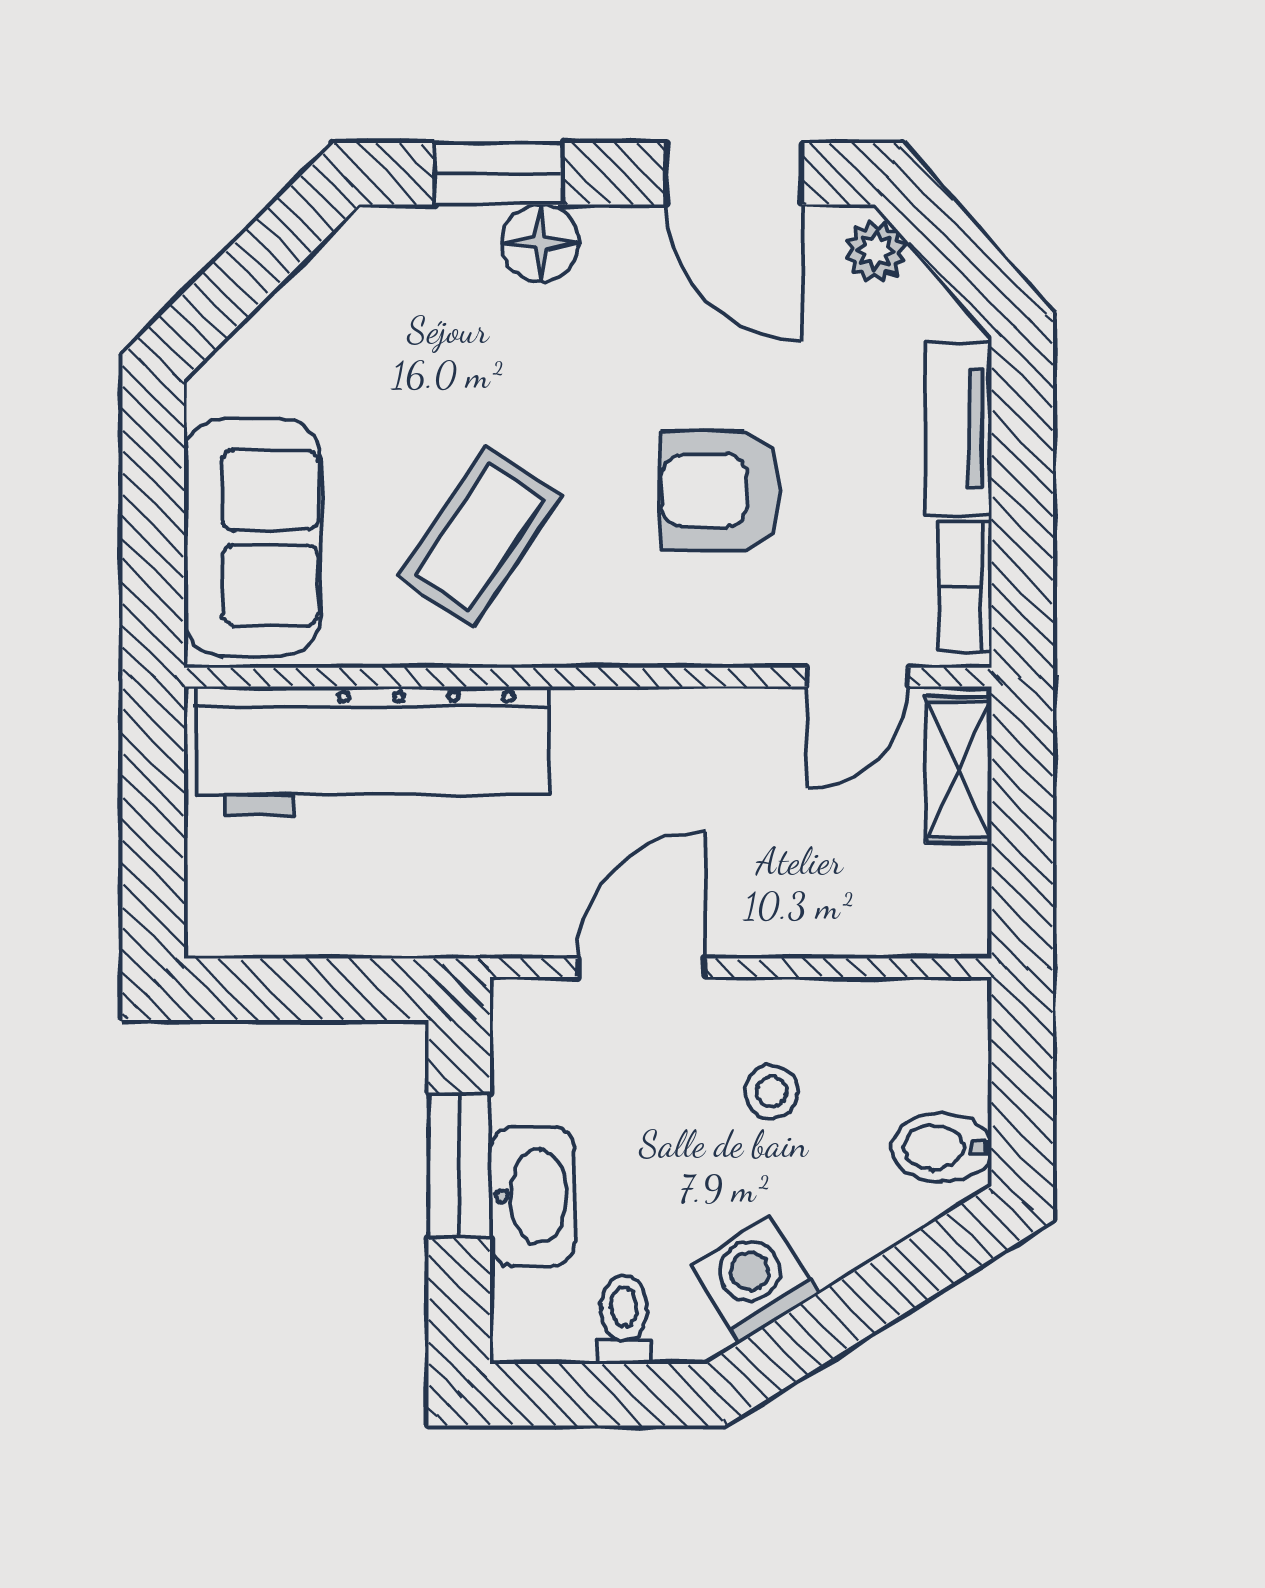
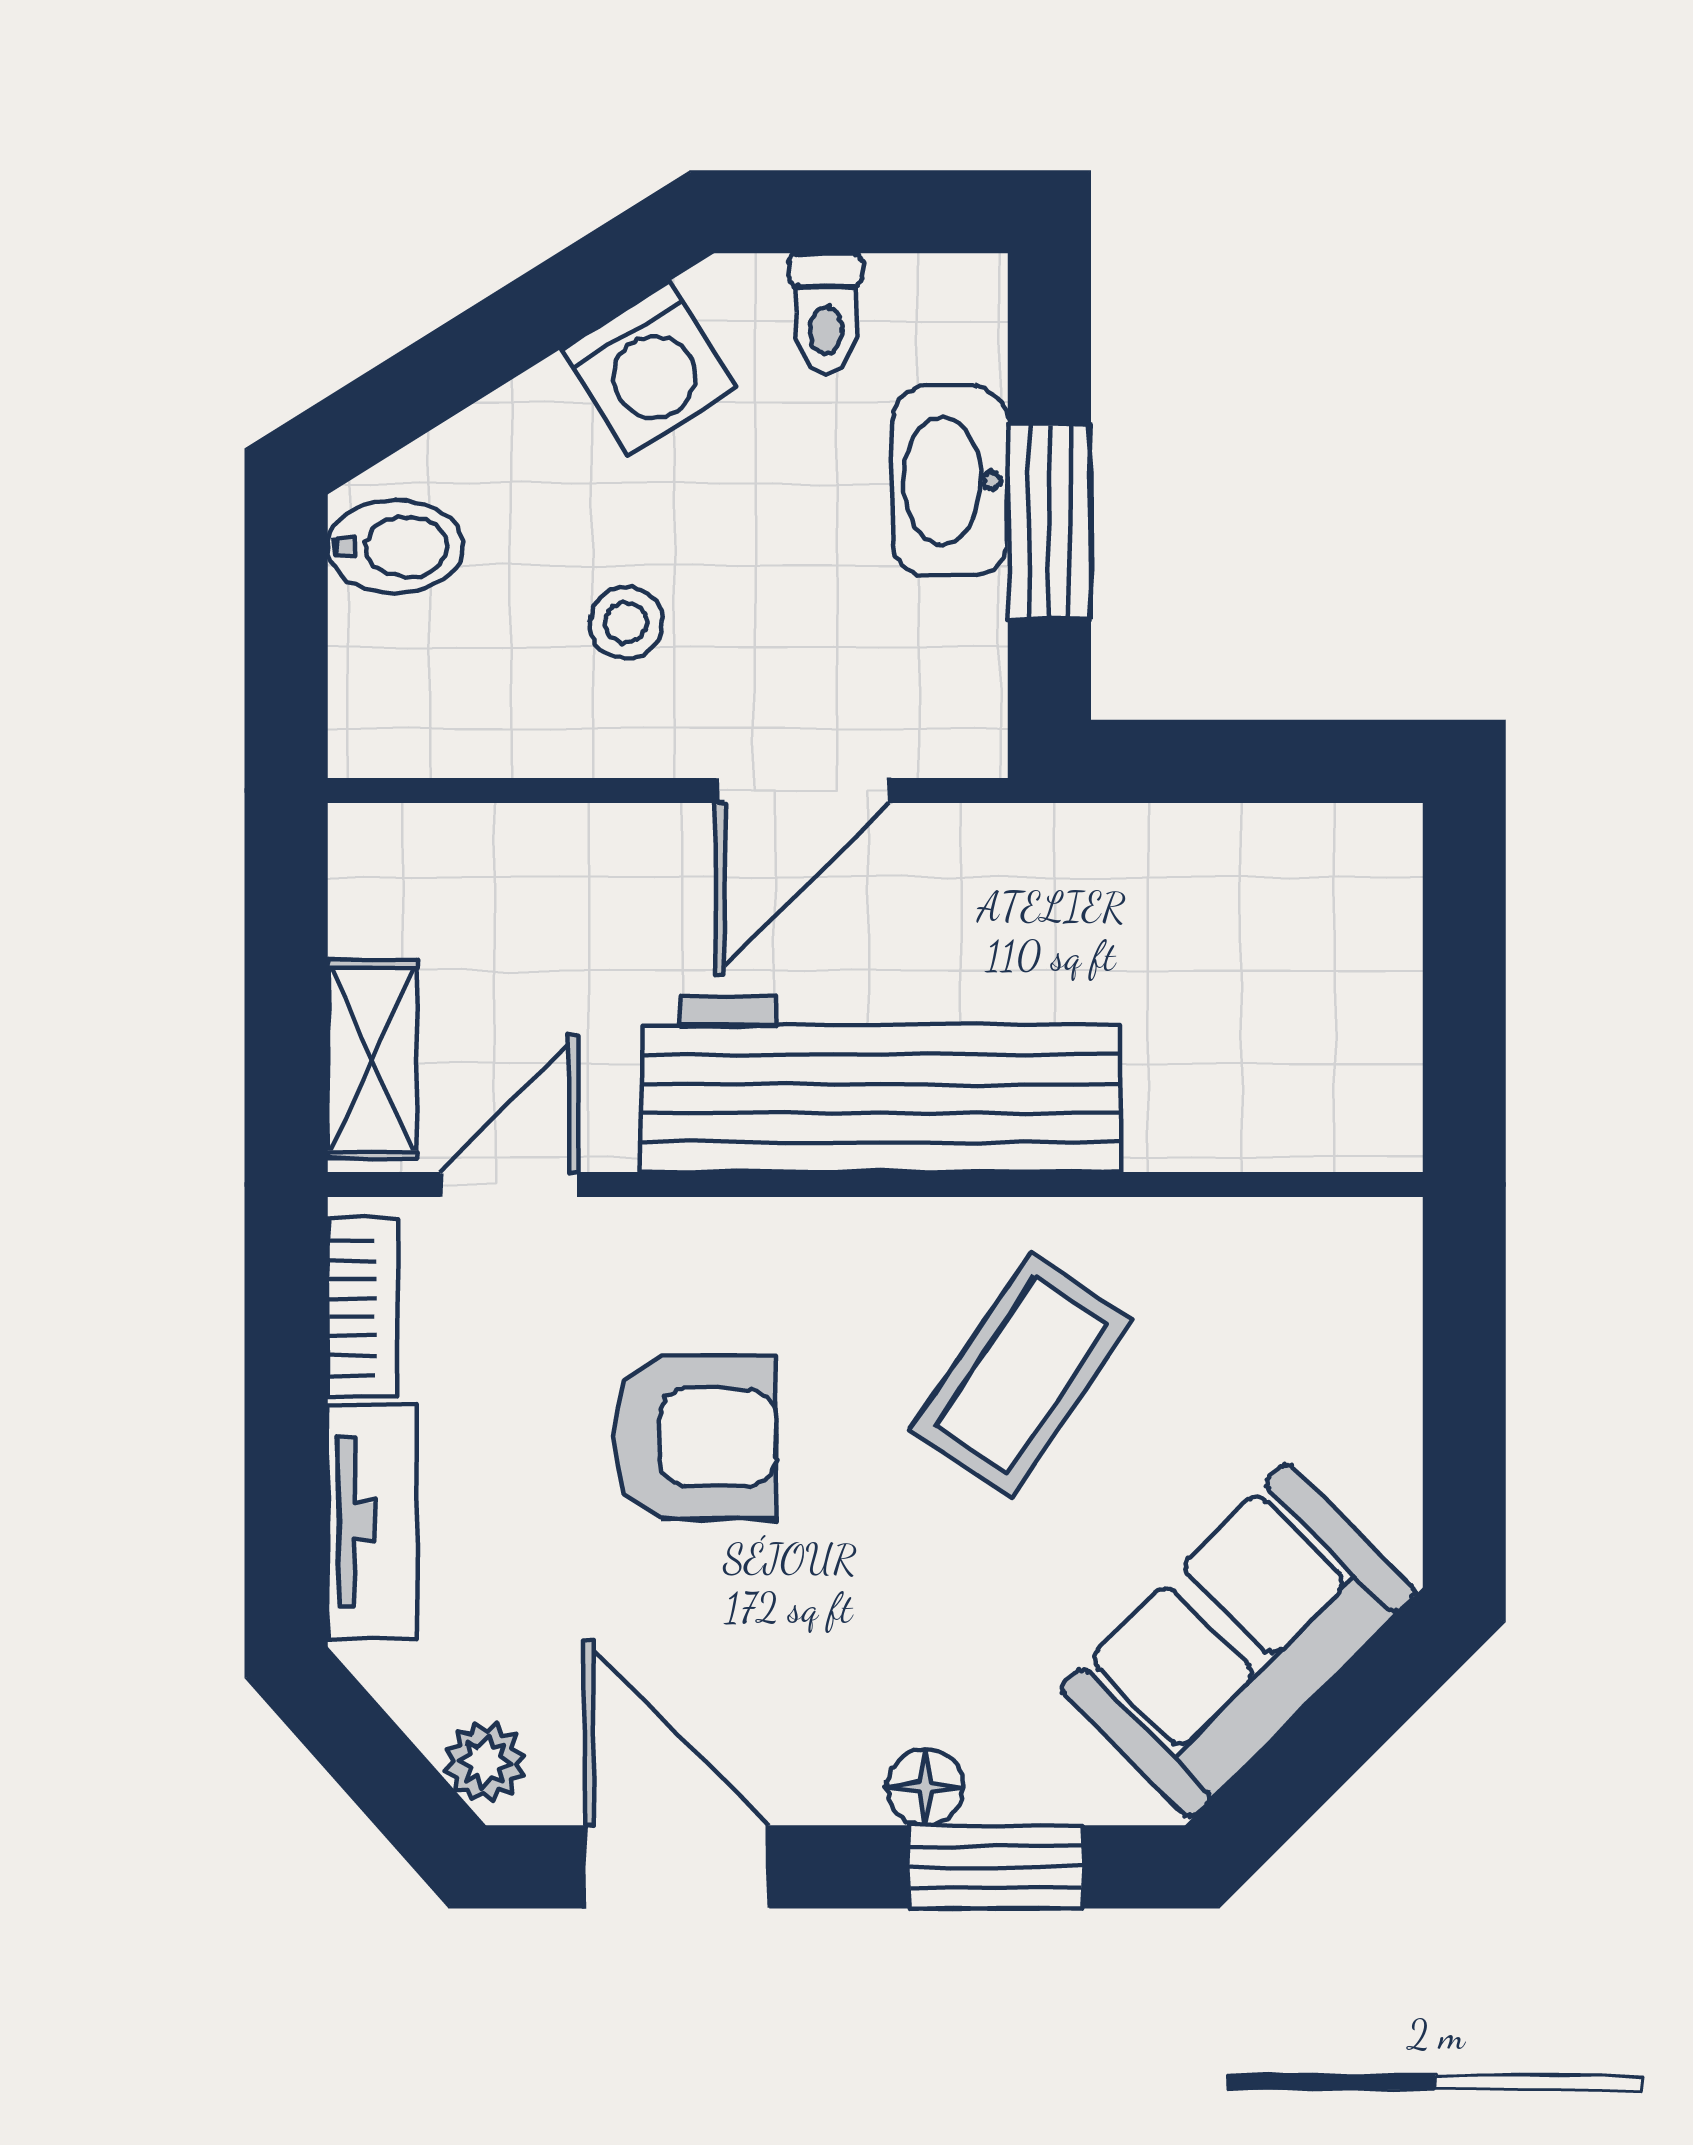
floor lamp: (540, 243) -> (925, 1787), width x0.73, depth x0.73
sofa: (253, 537) -> (1238, 1640), moved, turned 45
workbench: (373, 751) -> (881, 1085), moved

